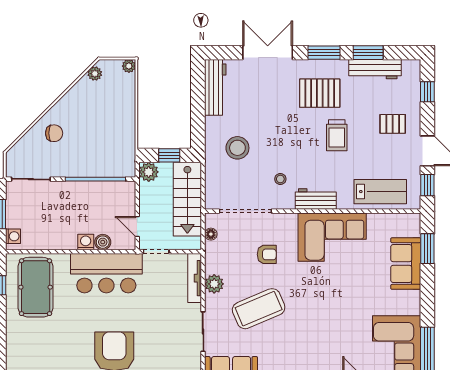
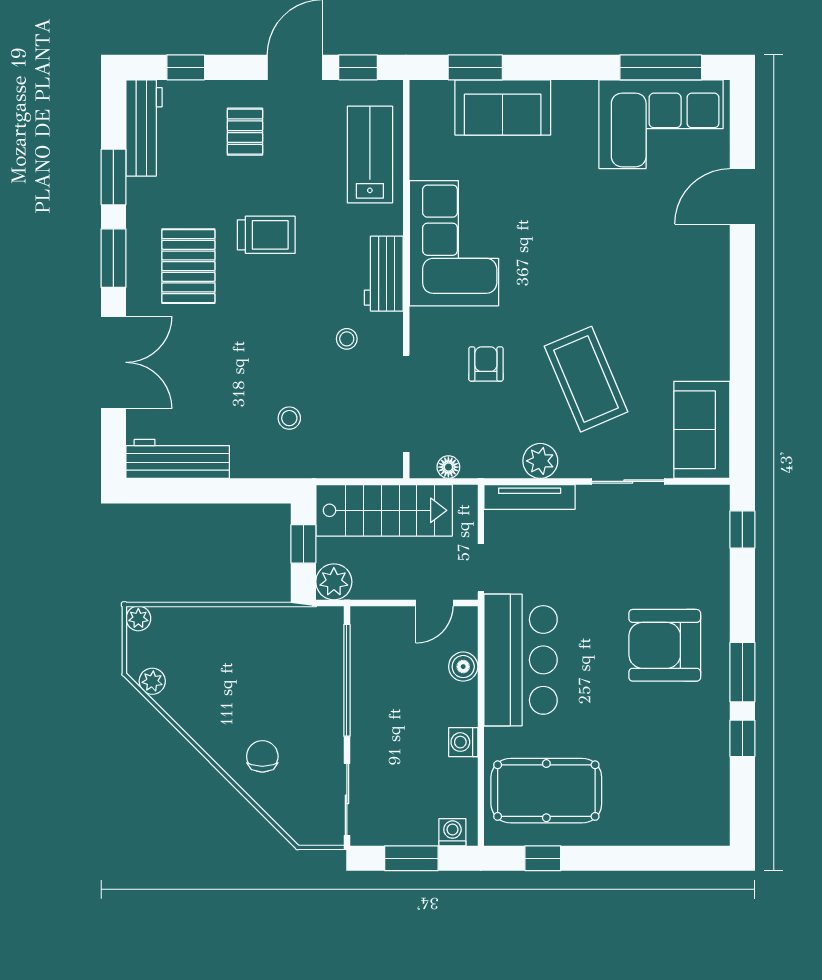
double door: (268, 53) -> (113, 362), swing flipped
workbench: (375, 69) -> (144, 128), moved
stool: (237, 148) -> (289, 418), width x0.53, depth x0.53
washing machine: (86, 242) -> (463, 742), moved

